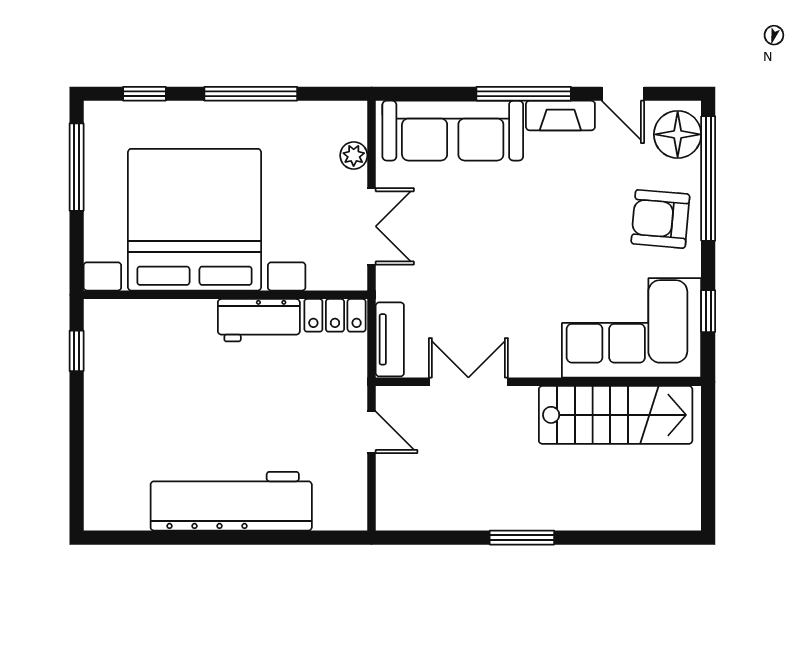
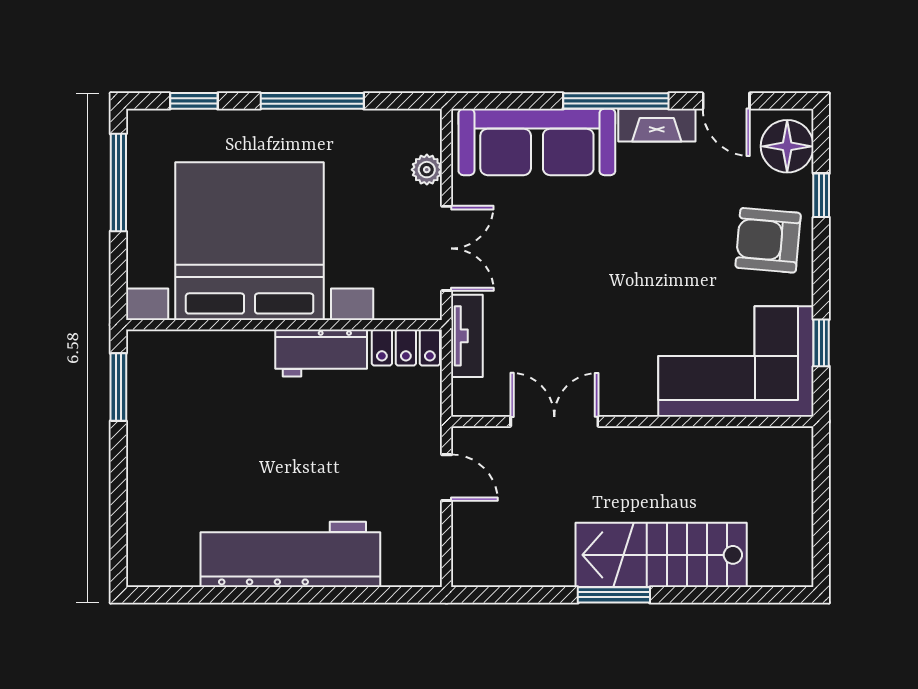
window: (708, 179) -> (821, 195), width x0.32
tv unit: (390, 339) -> (467, 336), moved
window: (77, 351) -> (118, 387), width x1.50
stairs: (616, 415) -> (661, 555), moved, turned 180

